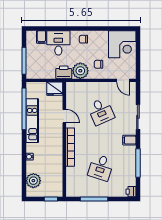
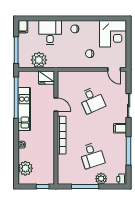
filing cabinet: (41, 37) -> (23, 27), moved
plant: (80, 71) -> (39, 60), moved
printer: (64, 72) -> (55, 62), removed
desk: (101, 167) -> (92, 155), turned -36
plant: (110, 191) -> (101, 179), added

